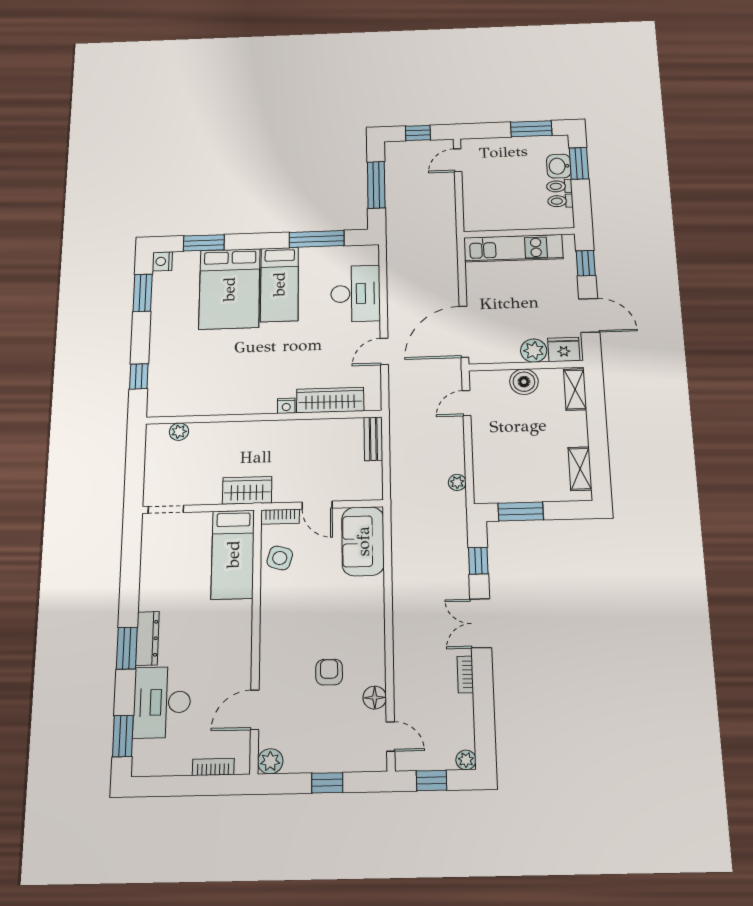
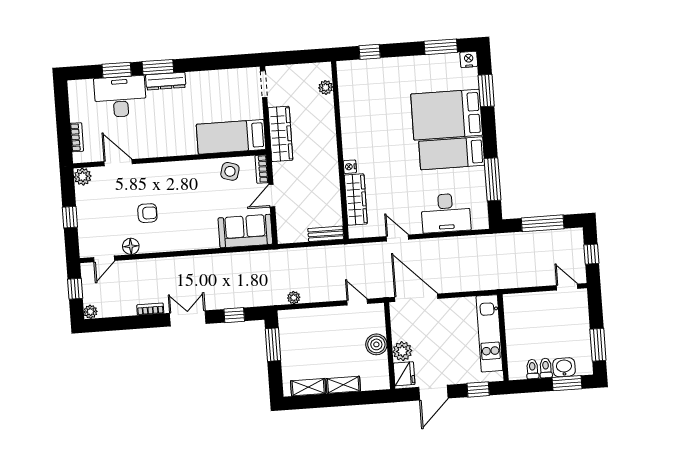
shelving: (575, 389) -> (343, 385), moved
wardrobe: (247, 490) -> (280, 134), width x1.50
window: (123, 736) -> (117, 70), moved

